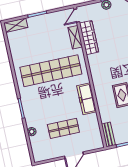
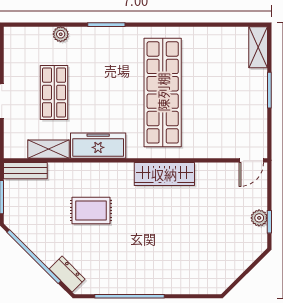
door: (77, 16) -> (251, 160), swing flipped
shelving: (75, 37) -> (48, 149), moved
wardrobe: (89, 38) -> (164, 174), moved

